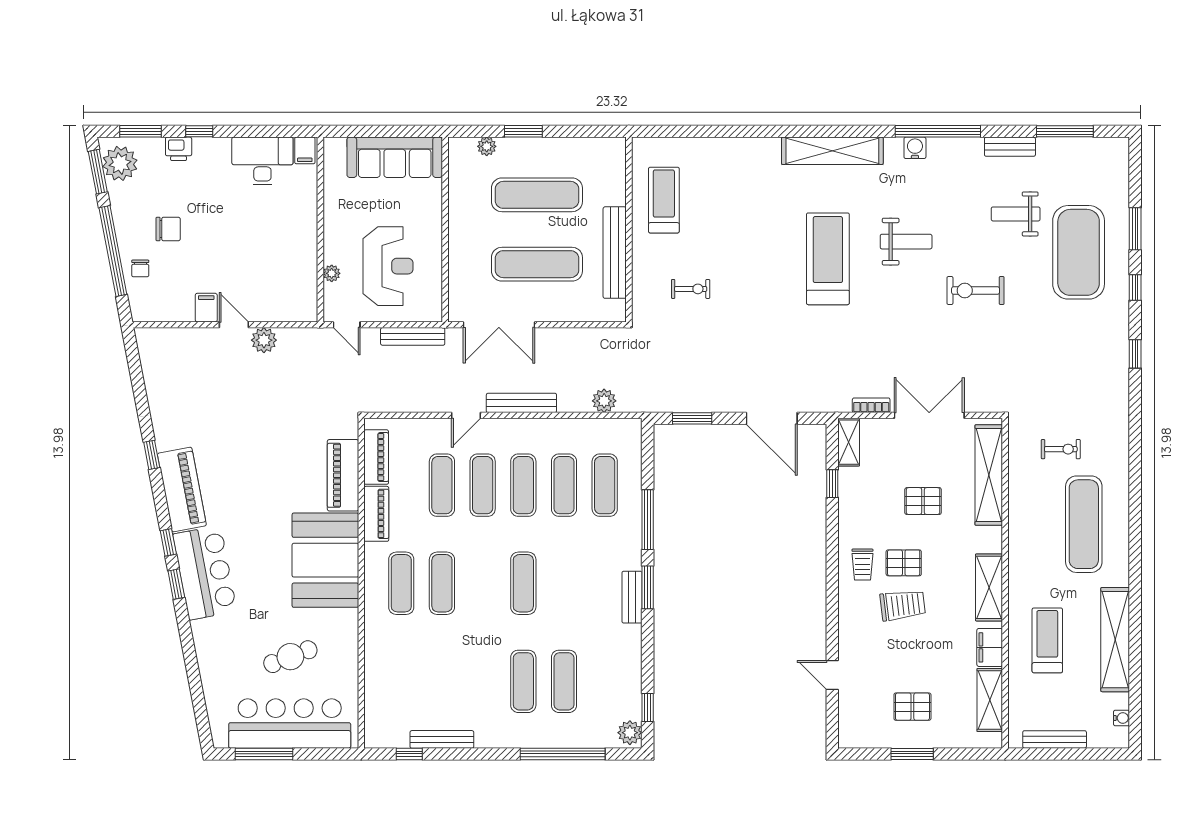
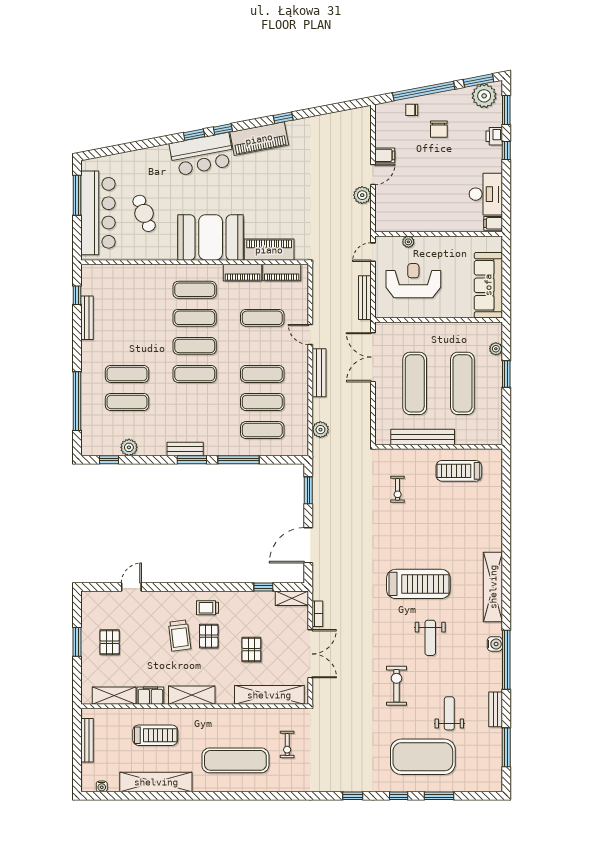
treadmill: (664, 200) -> (459, 471), turned 180
reception desk: (388, 266) -> (413, 281), turned 180
exercise mat: (483, 485) -> (195, 346), moved
plant: (630, 733) -> (129, 447), moved

